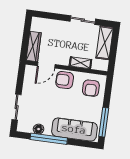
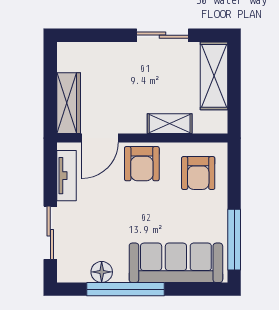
armchair: (65, 80) -> (142, 164), turned -90
tv unit: (28, 81) -> (66, 176), added

